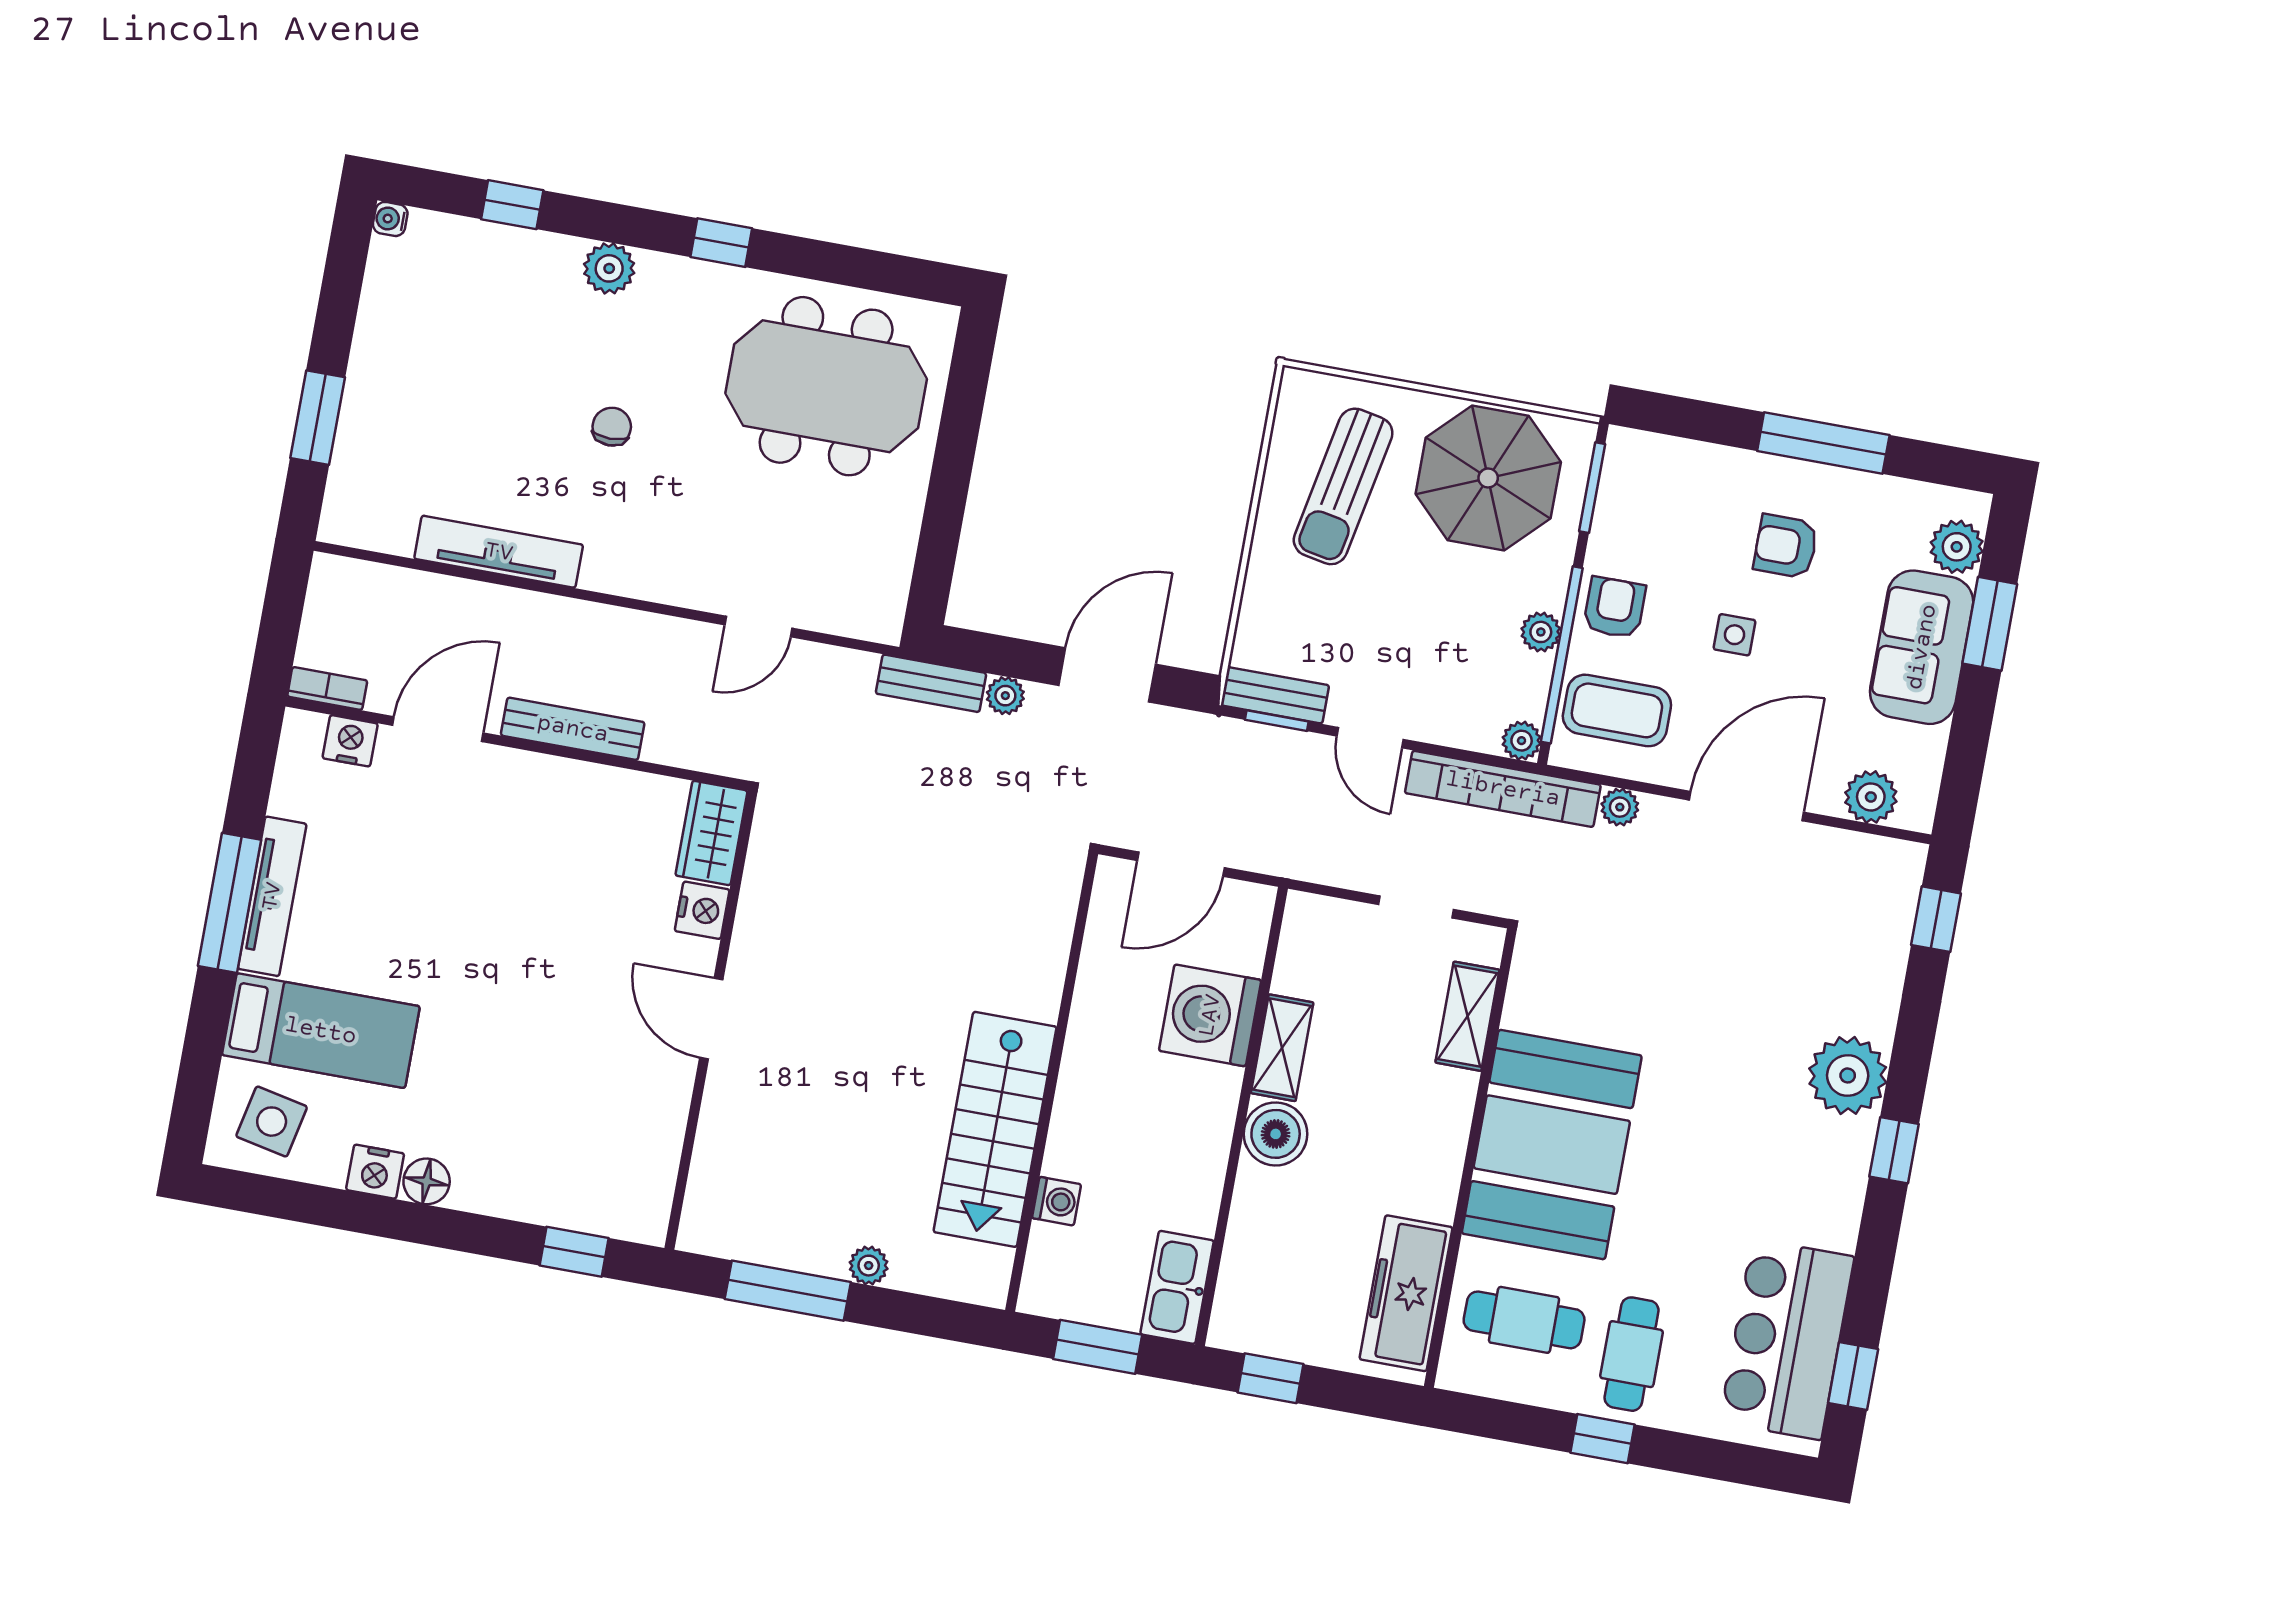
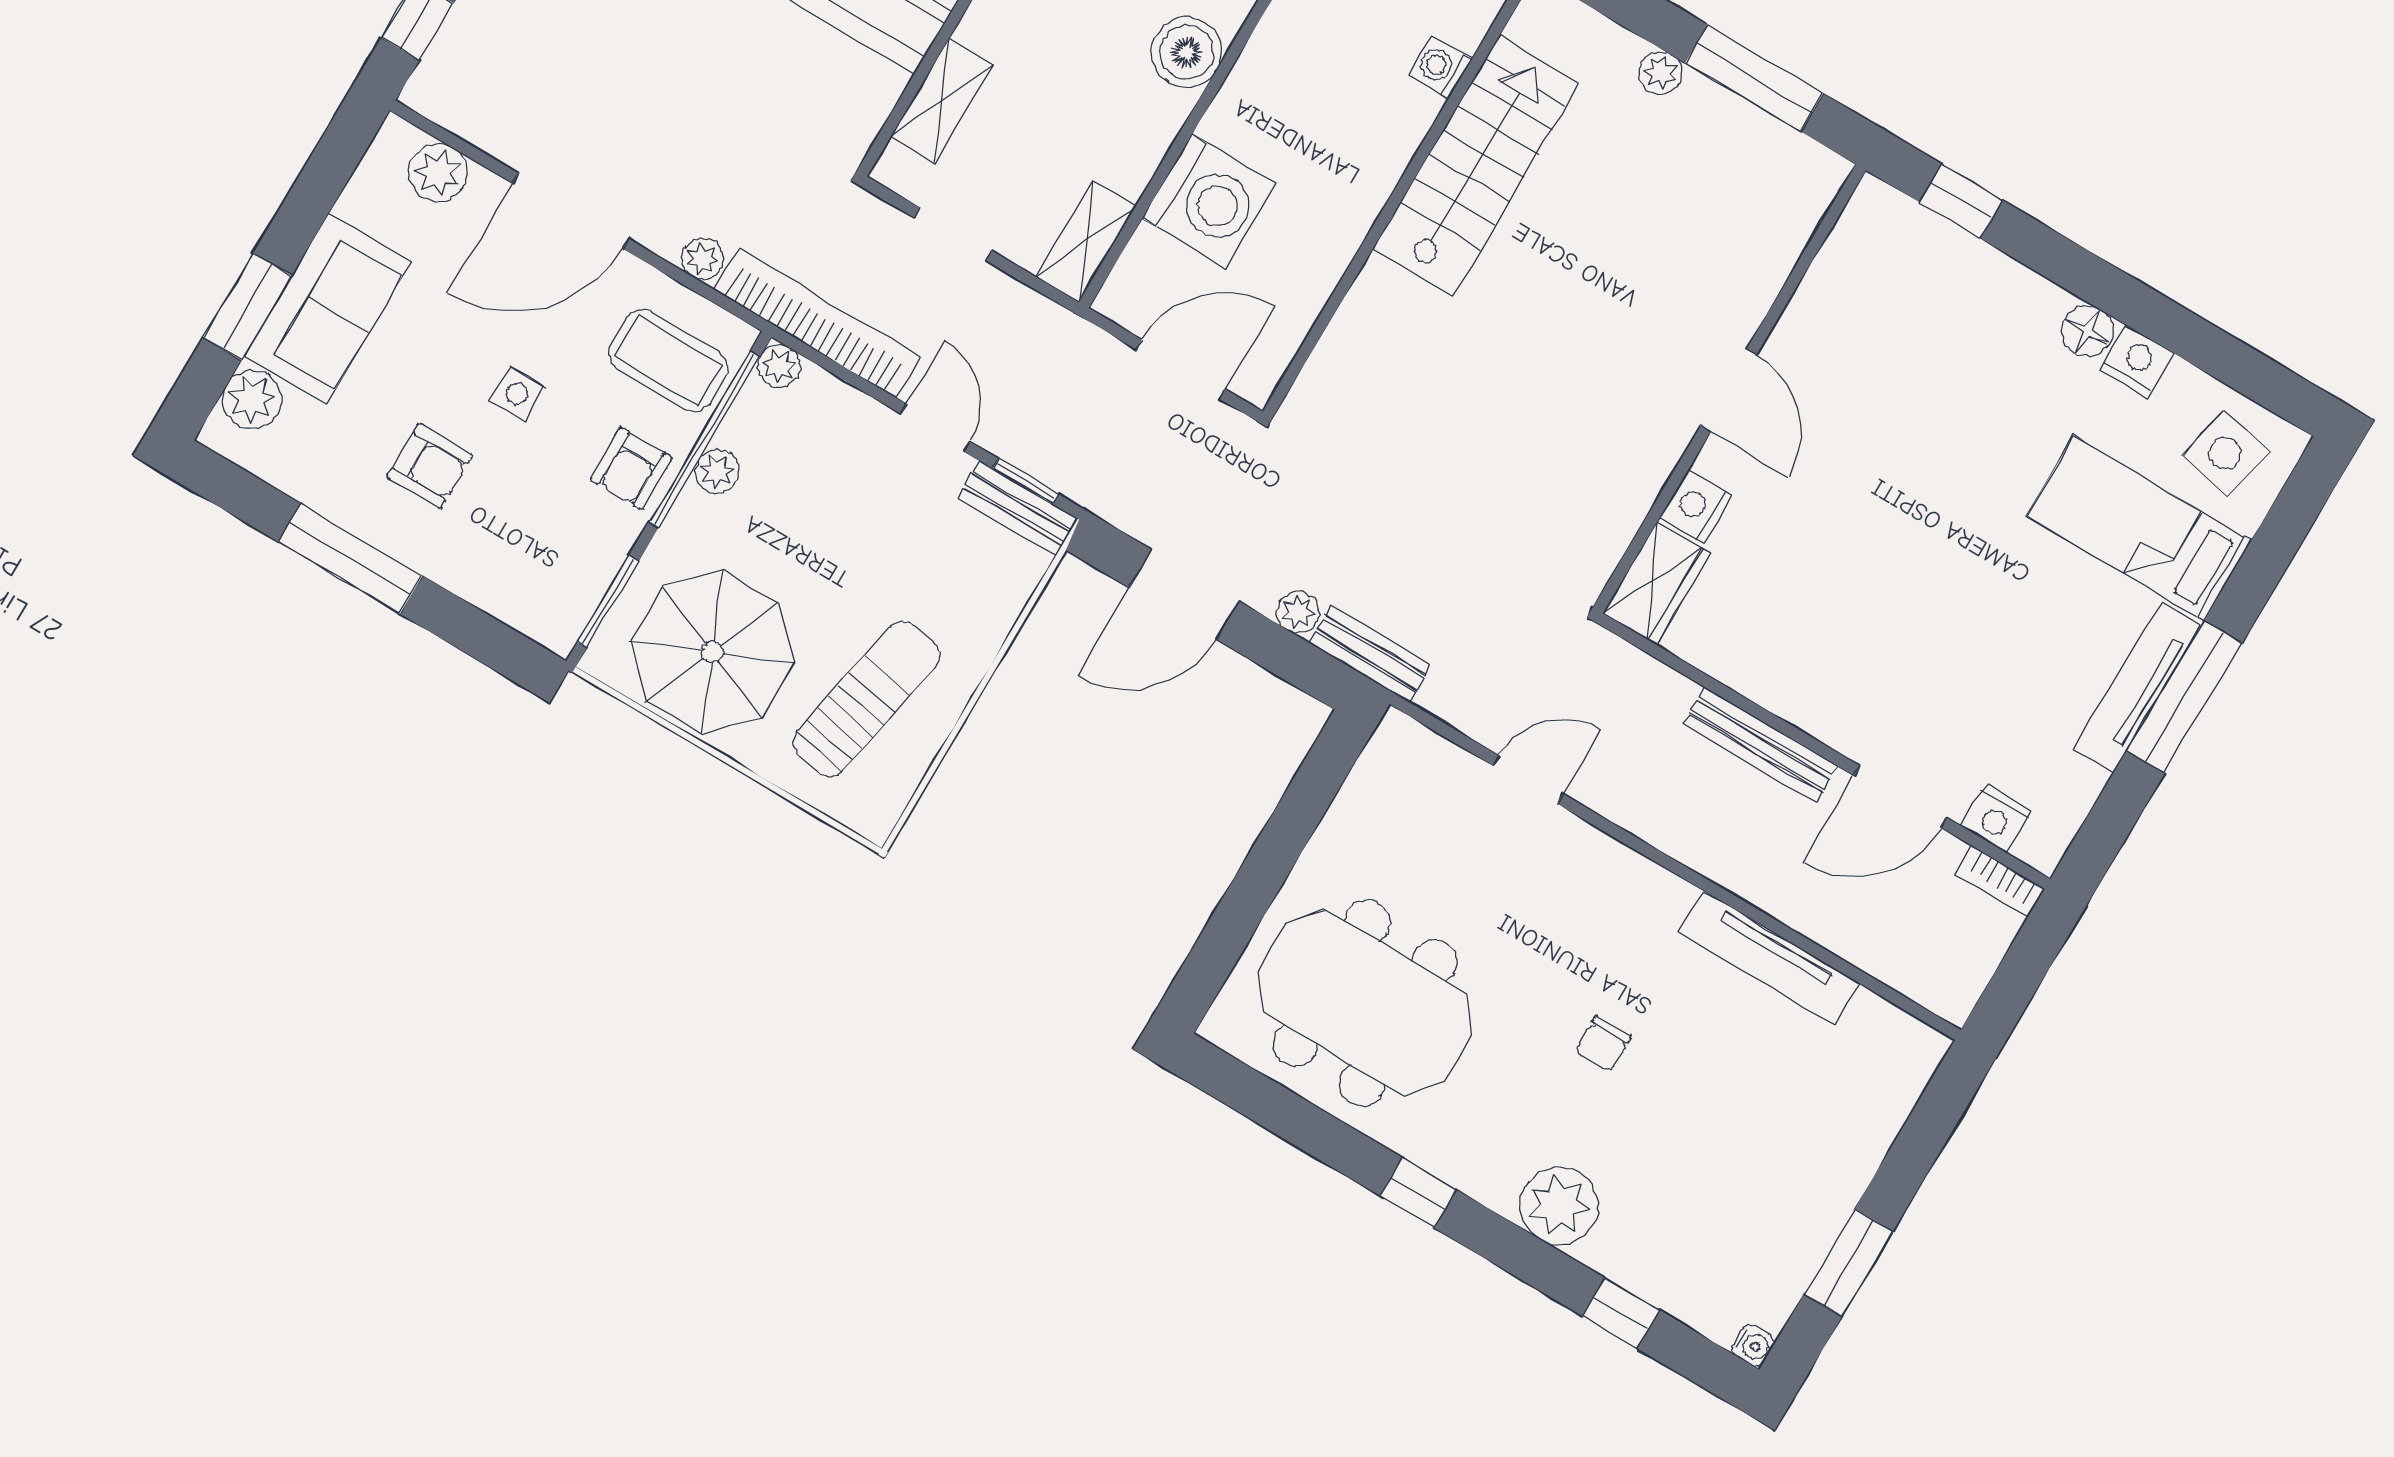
plant: (609, 268) -> (1559, 1206), width x1.36, depth x1.36
window: (318, 418) -> (1848, 1263), moved
shelving: (1282, 1048) -> (1086, 242), moved

